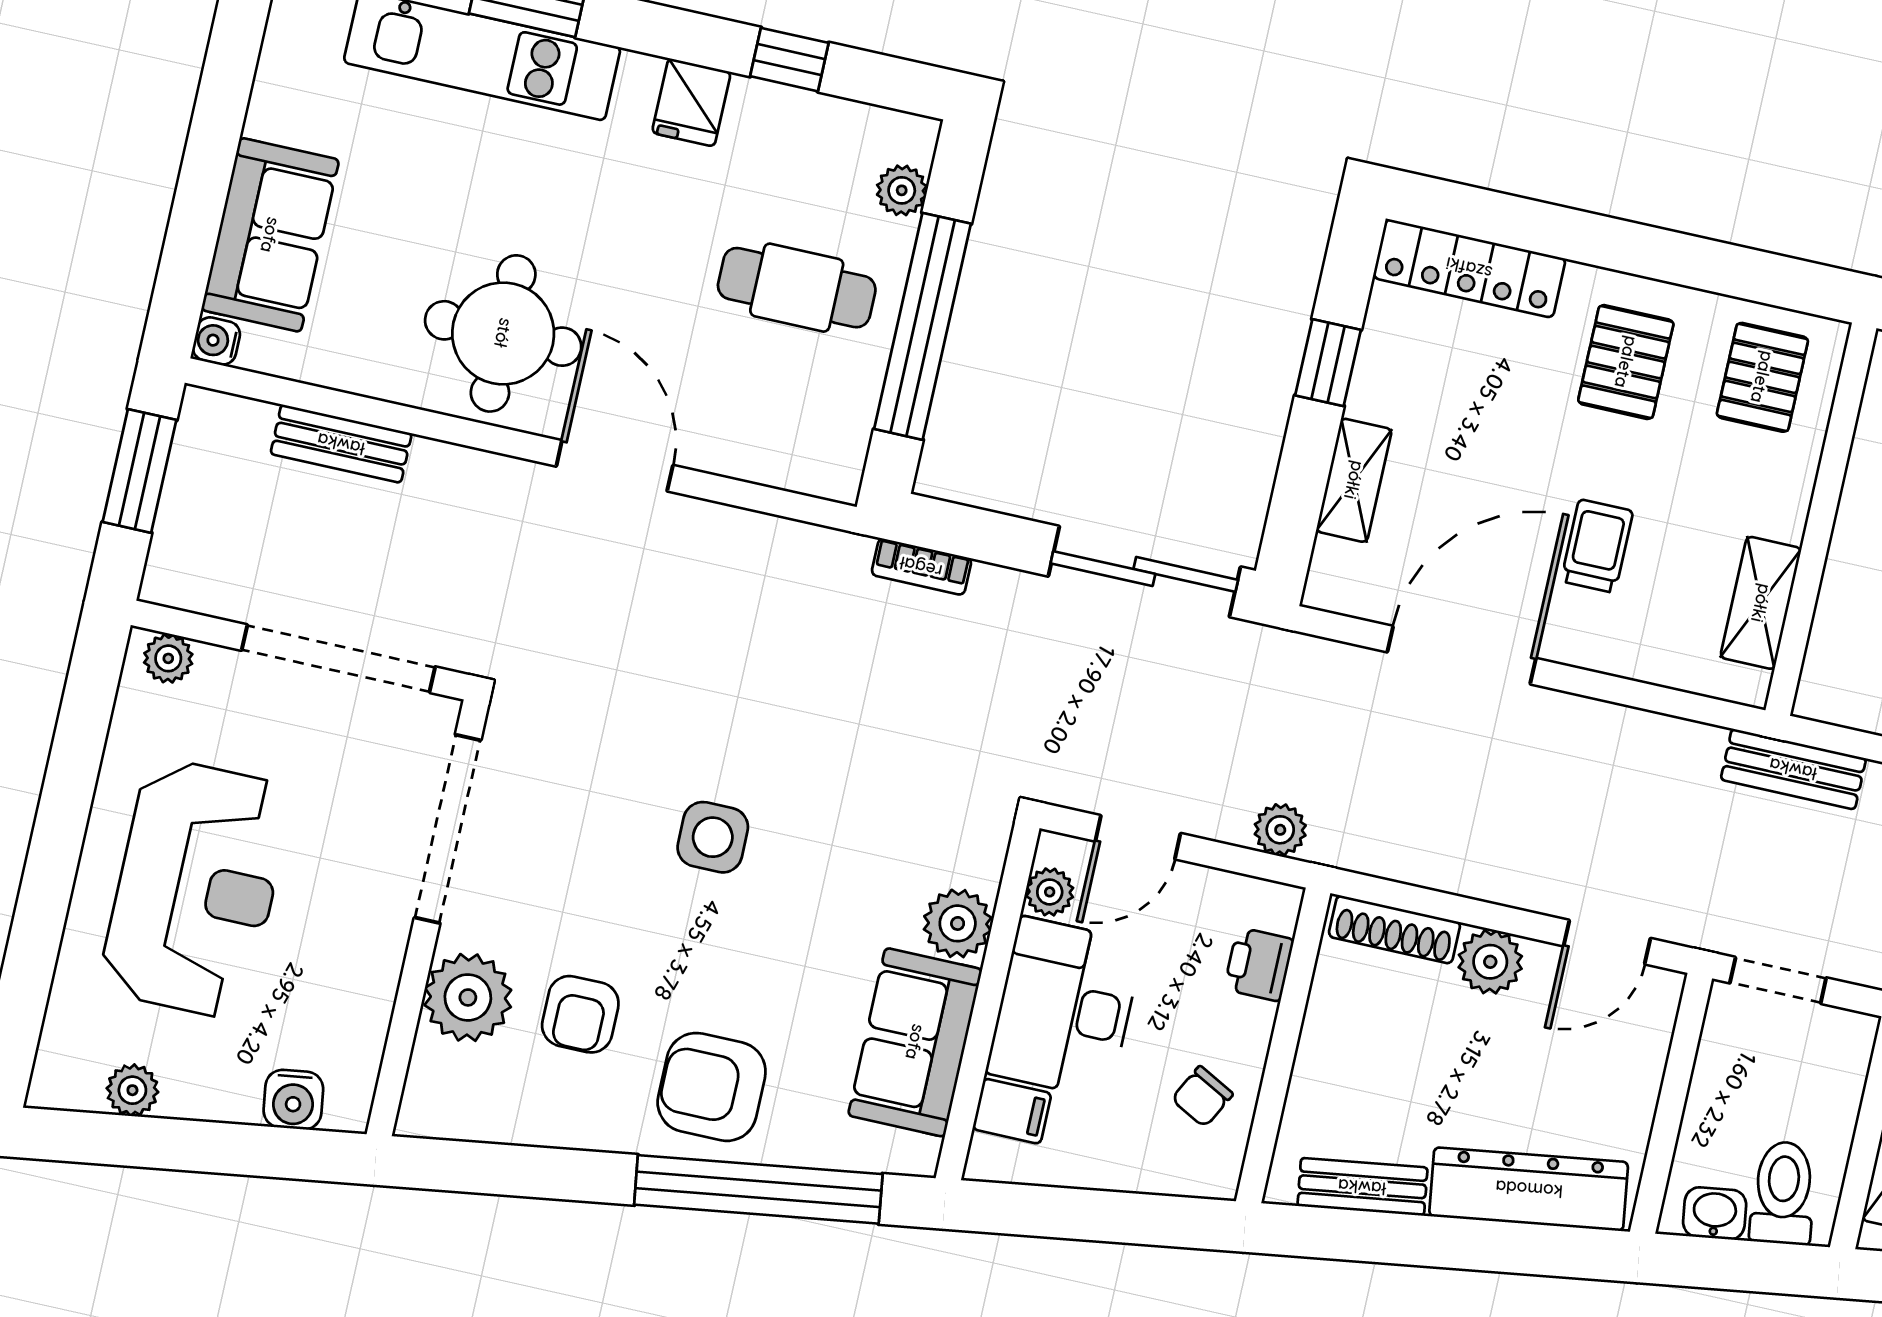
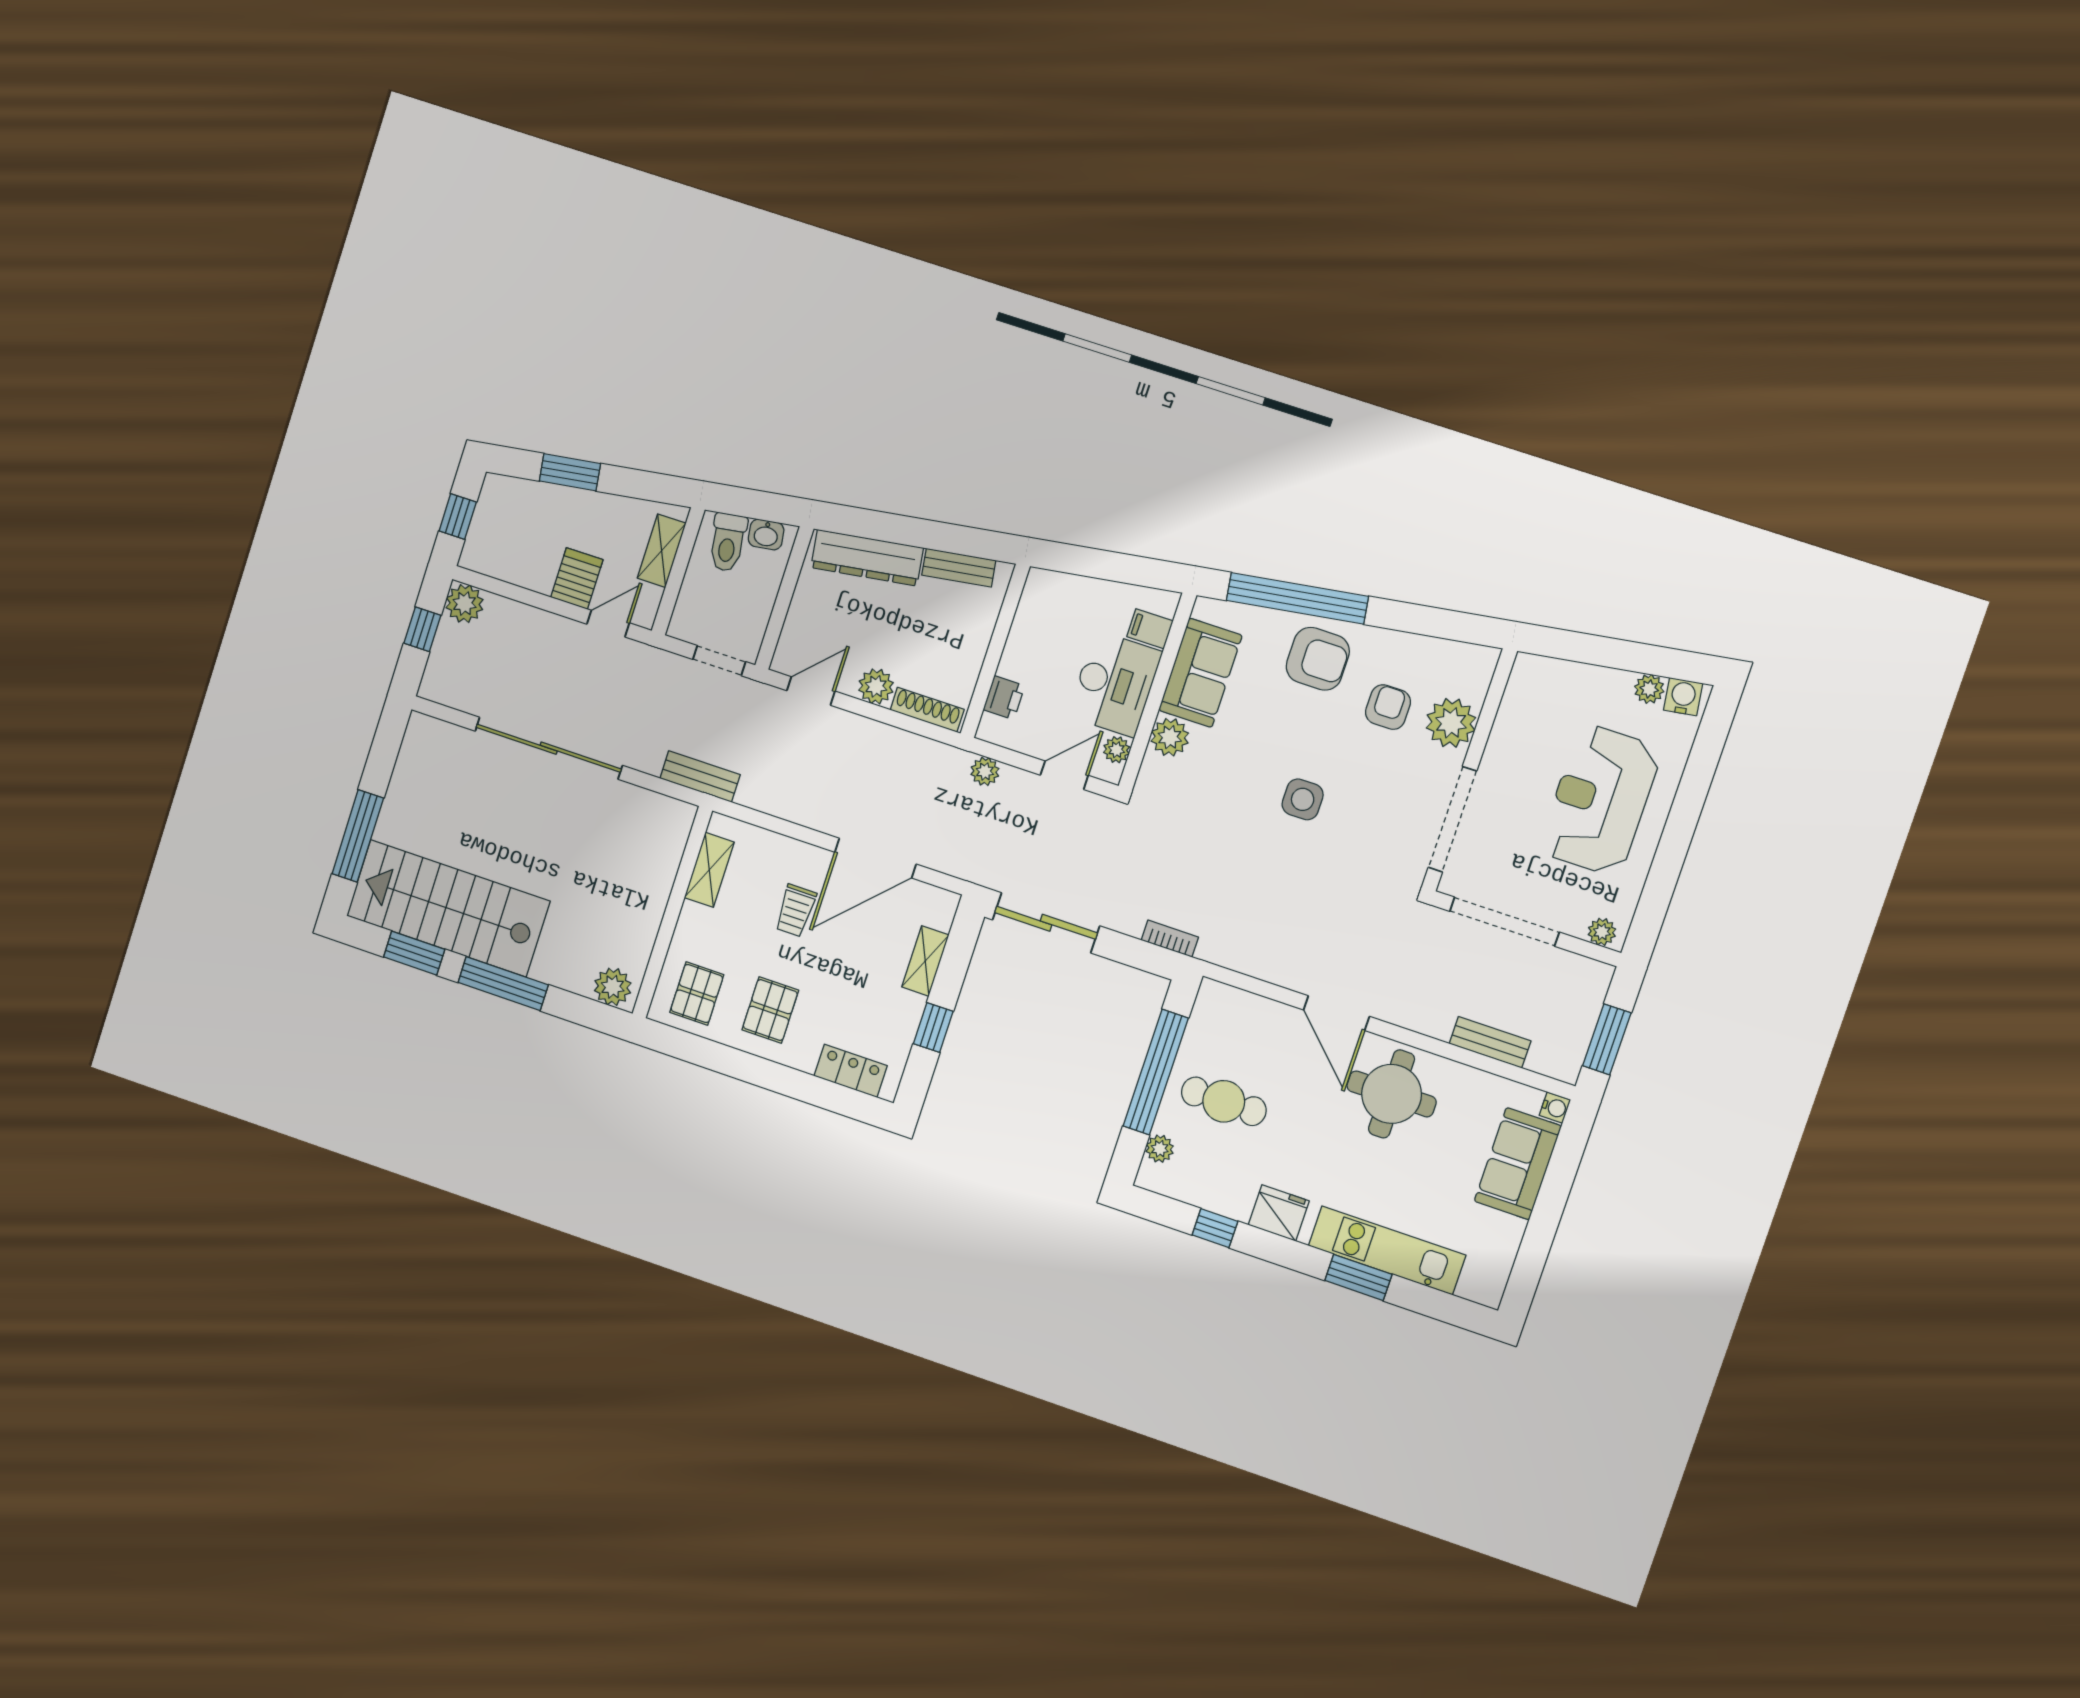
fridge: (691, 102) -> (1279, 1213), width x1.38
locker: (1469, 268) -> (851, 1071), width x0.66
chair: (1202, 1097) -> (1043, 627), removed
water cooler: (293, 1100) -> (1683, 697), moved

